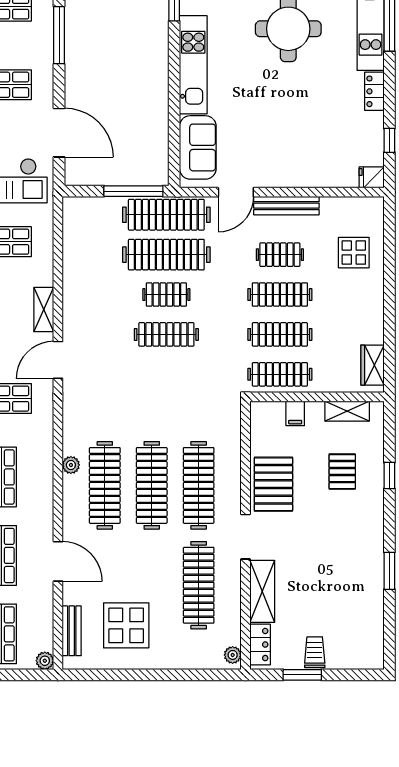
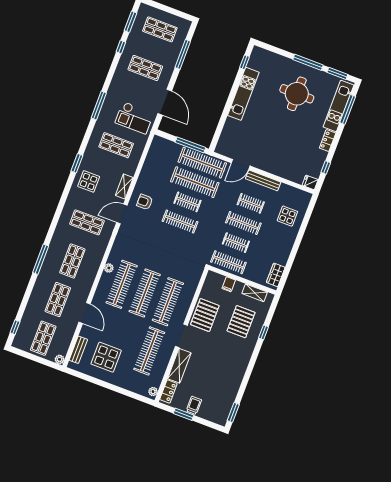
sofa: (198, 147) -> (230, 135), removed
armchair: (90, 323) -> (145, 202), added
clothes rail: (280, 334) -> (236, 243), width x0.73
pallet: (342, 472) -> (241, 322), width x1.50, depth x1.42
window: (389, 571) -> (233, 413), moved

